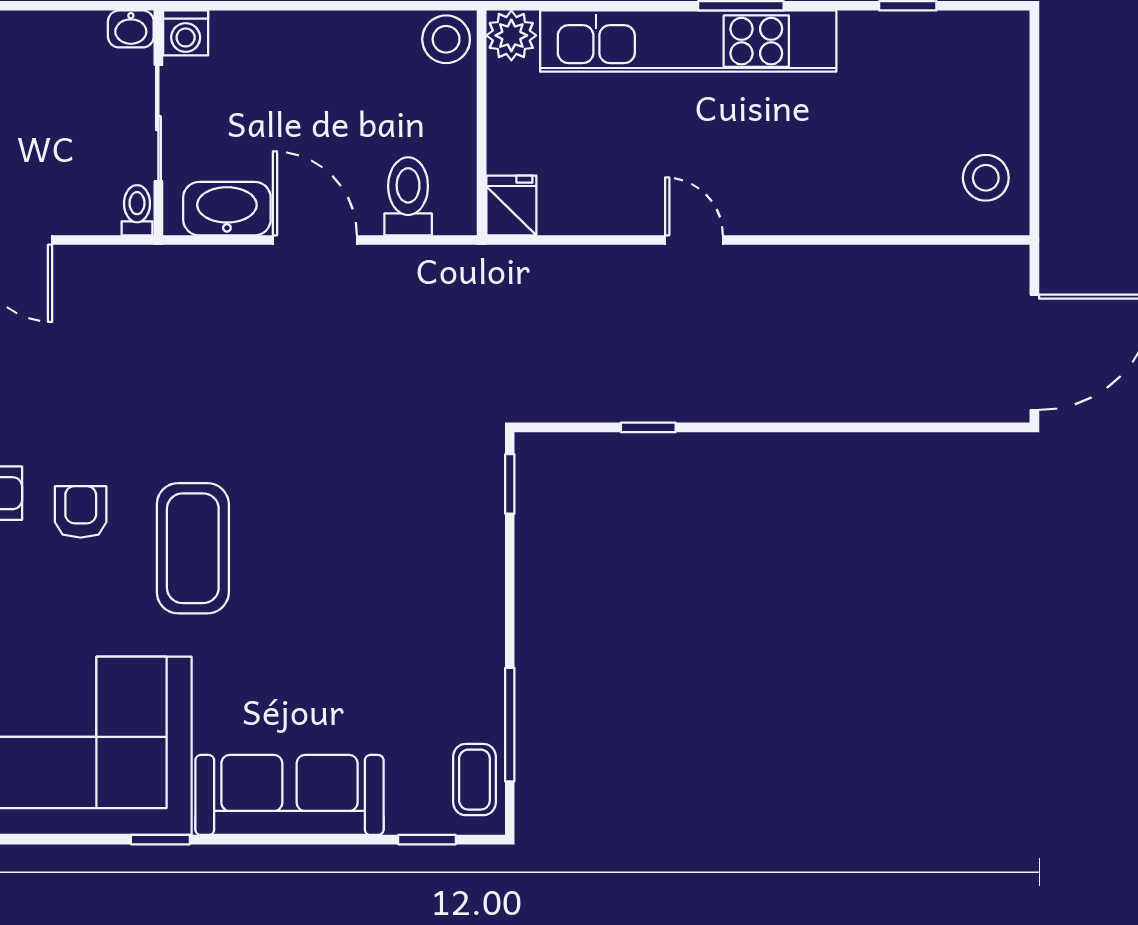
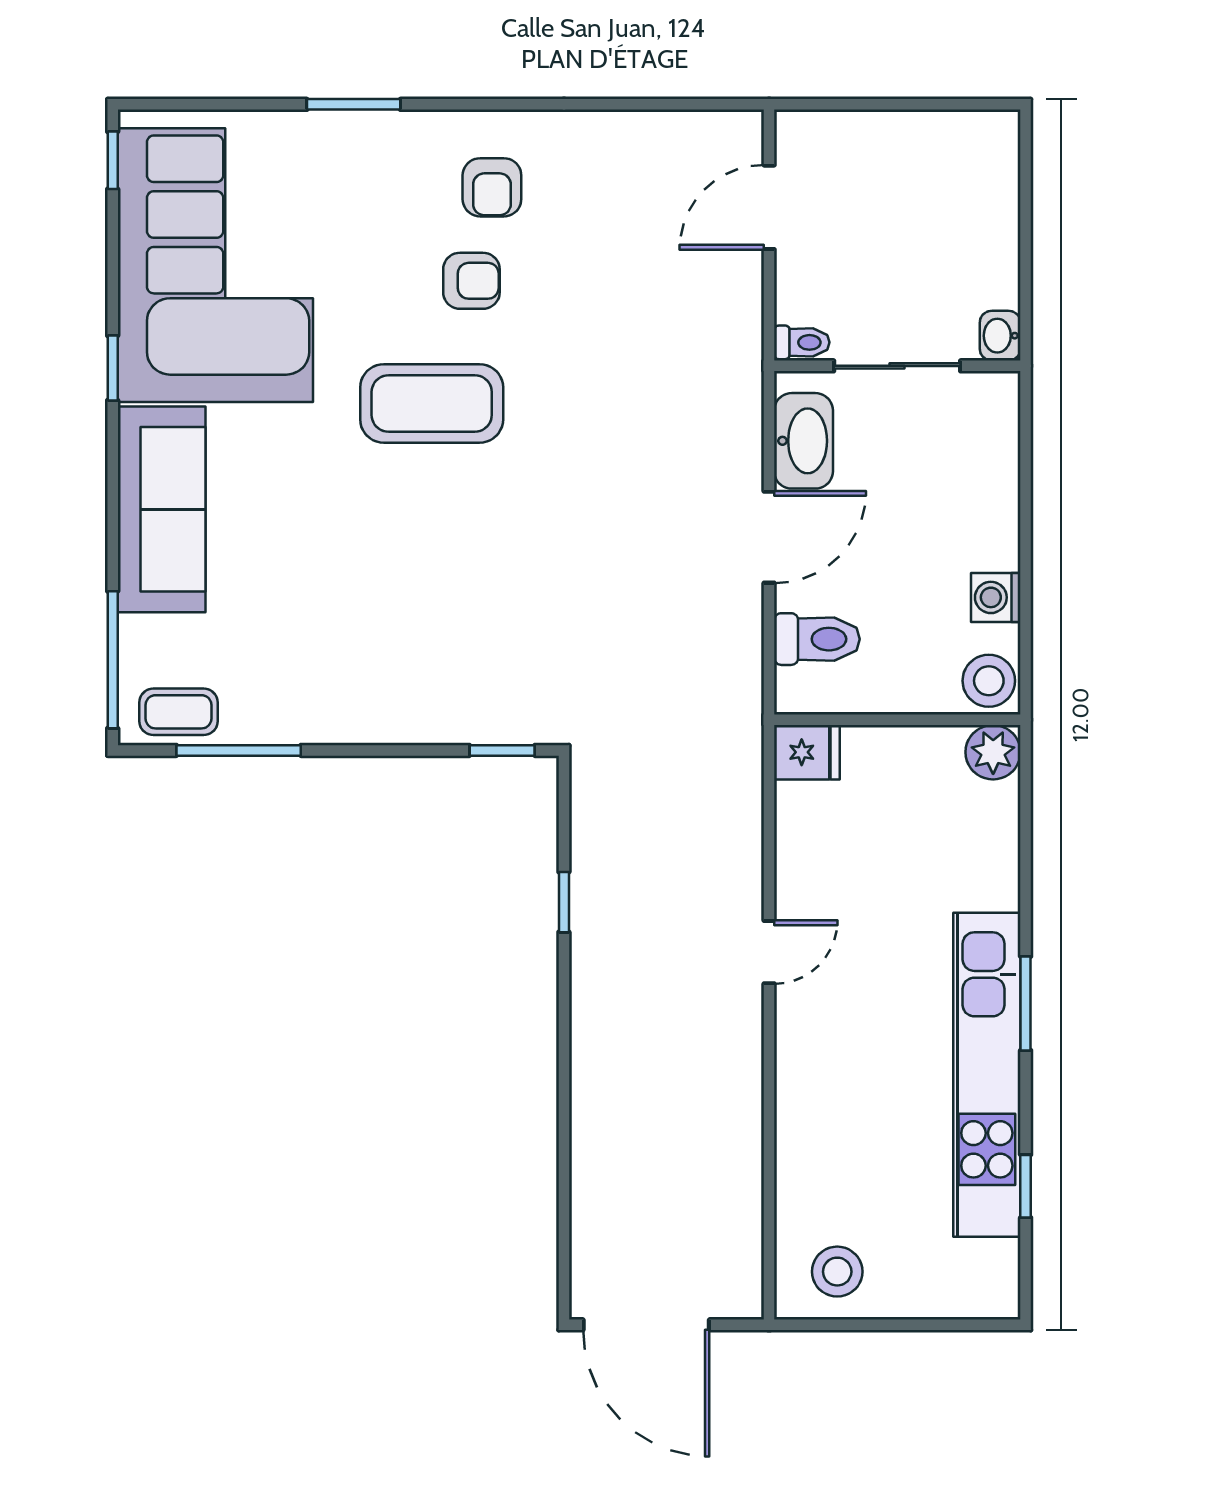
washing machine: (186, 33) -> (996, 597), moved
kitchen unit: (688, 41) -> (987, 1075), moved
window: (427, 840) -> (113, 660), width x2.17

